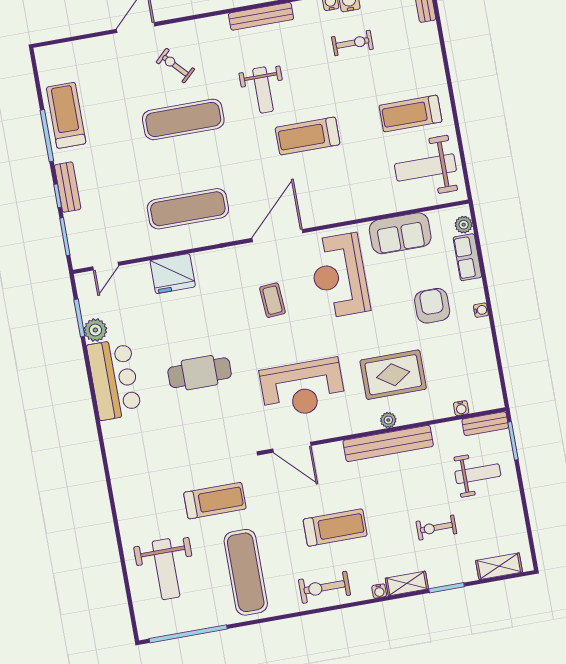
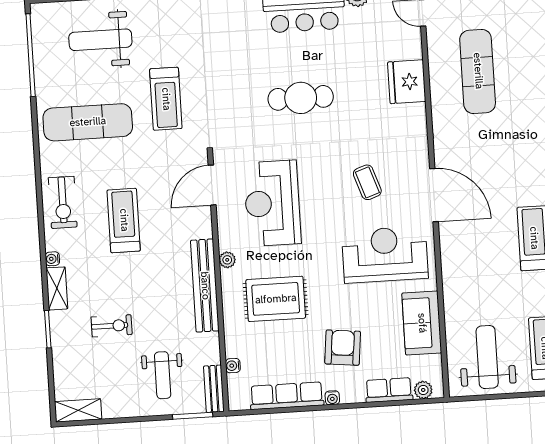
exercise mat: (188, 209) -> (478, 71), moved
coffee table: (272, 300) -> (367, 182), turned 75
armchair: (432, 306) -> (343, 348), turned -84
row of seats: (484, 354) -> (287, 396), added
cafe table: (200, 373) -> (301, 98), turned 90
rug: (393, 375) -> (276, 299), turned 90
plant: (388, 420) -> (227, 260), moved
treadmill: (335, 528) -> (124, 220), turned 180
exercise bike: (436, 528) -> (112, 326), turned 90
shelving: (499, 566) -> (78, 410), moved, turned 90
exercise bike: (324, 587) -> (63, 202), turned 180

